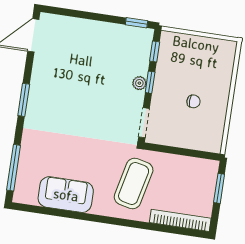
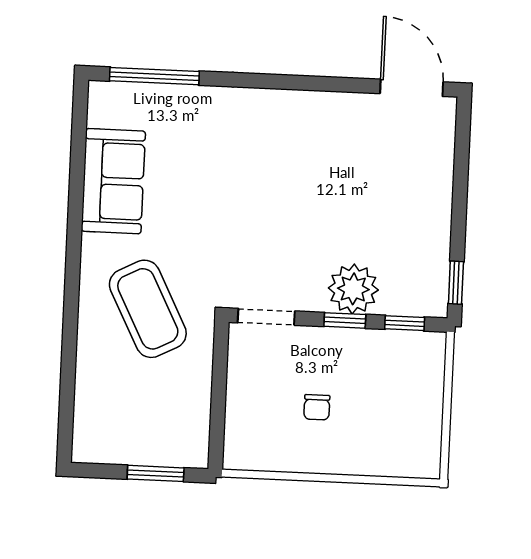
plant: (139, 83) -> (353, 289), width x1.88, depth x1.88
window: (24, 100) -> (286, 82), removed
coffee table: (134, 183) -> (148, 309), turned 50
bookcase: (180, 220) -> (86, 406), removed

